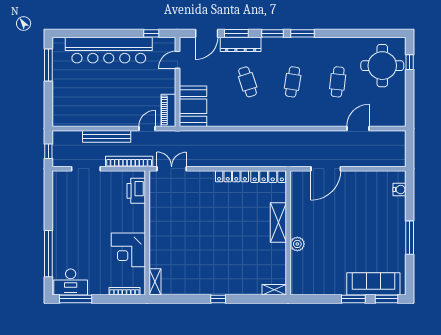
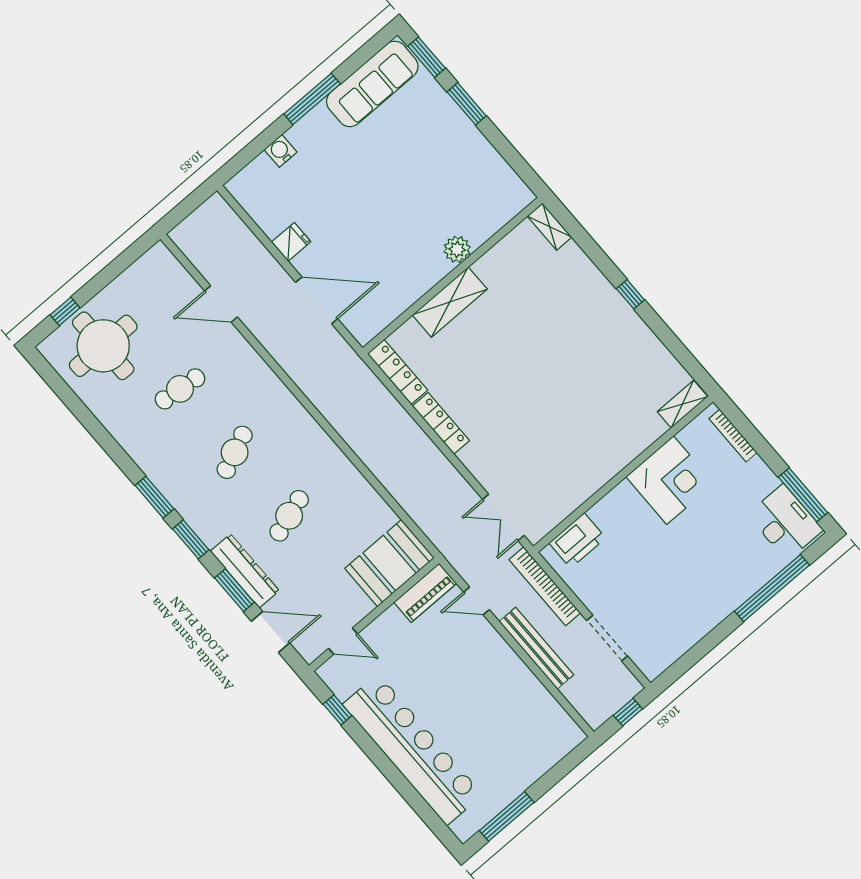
cafe table: (293, 82) -> (235, 452), turned -33
fridge: (359, 179) -> (291, 242), added
water cooler: (400, 190) -> (281, 151), moved
sofa: (373, 284) -> (372, 84), moved, turned -90

